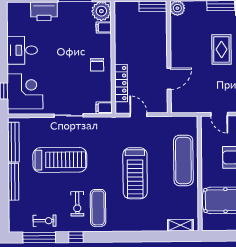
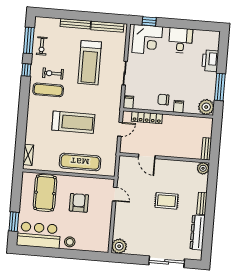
filing cabinet: (104, 27) -> (178, 107), moved
door: (219, 114) -> (115, 194), swing flipped
treadmill: (135, 173) -> (73, 122), turned 180

